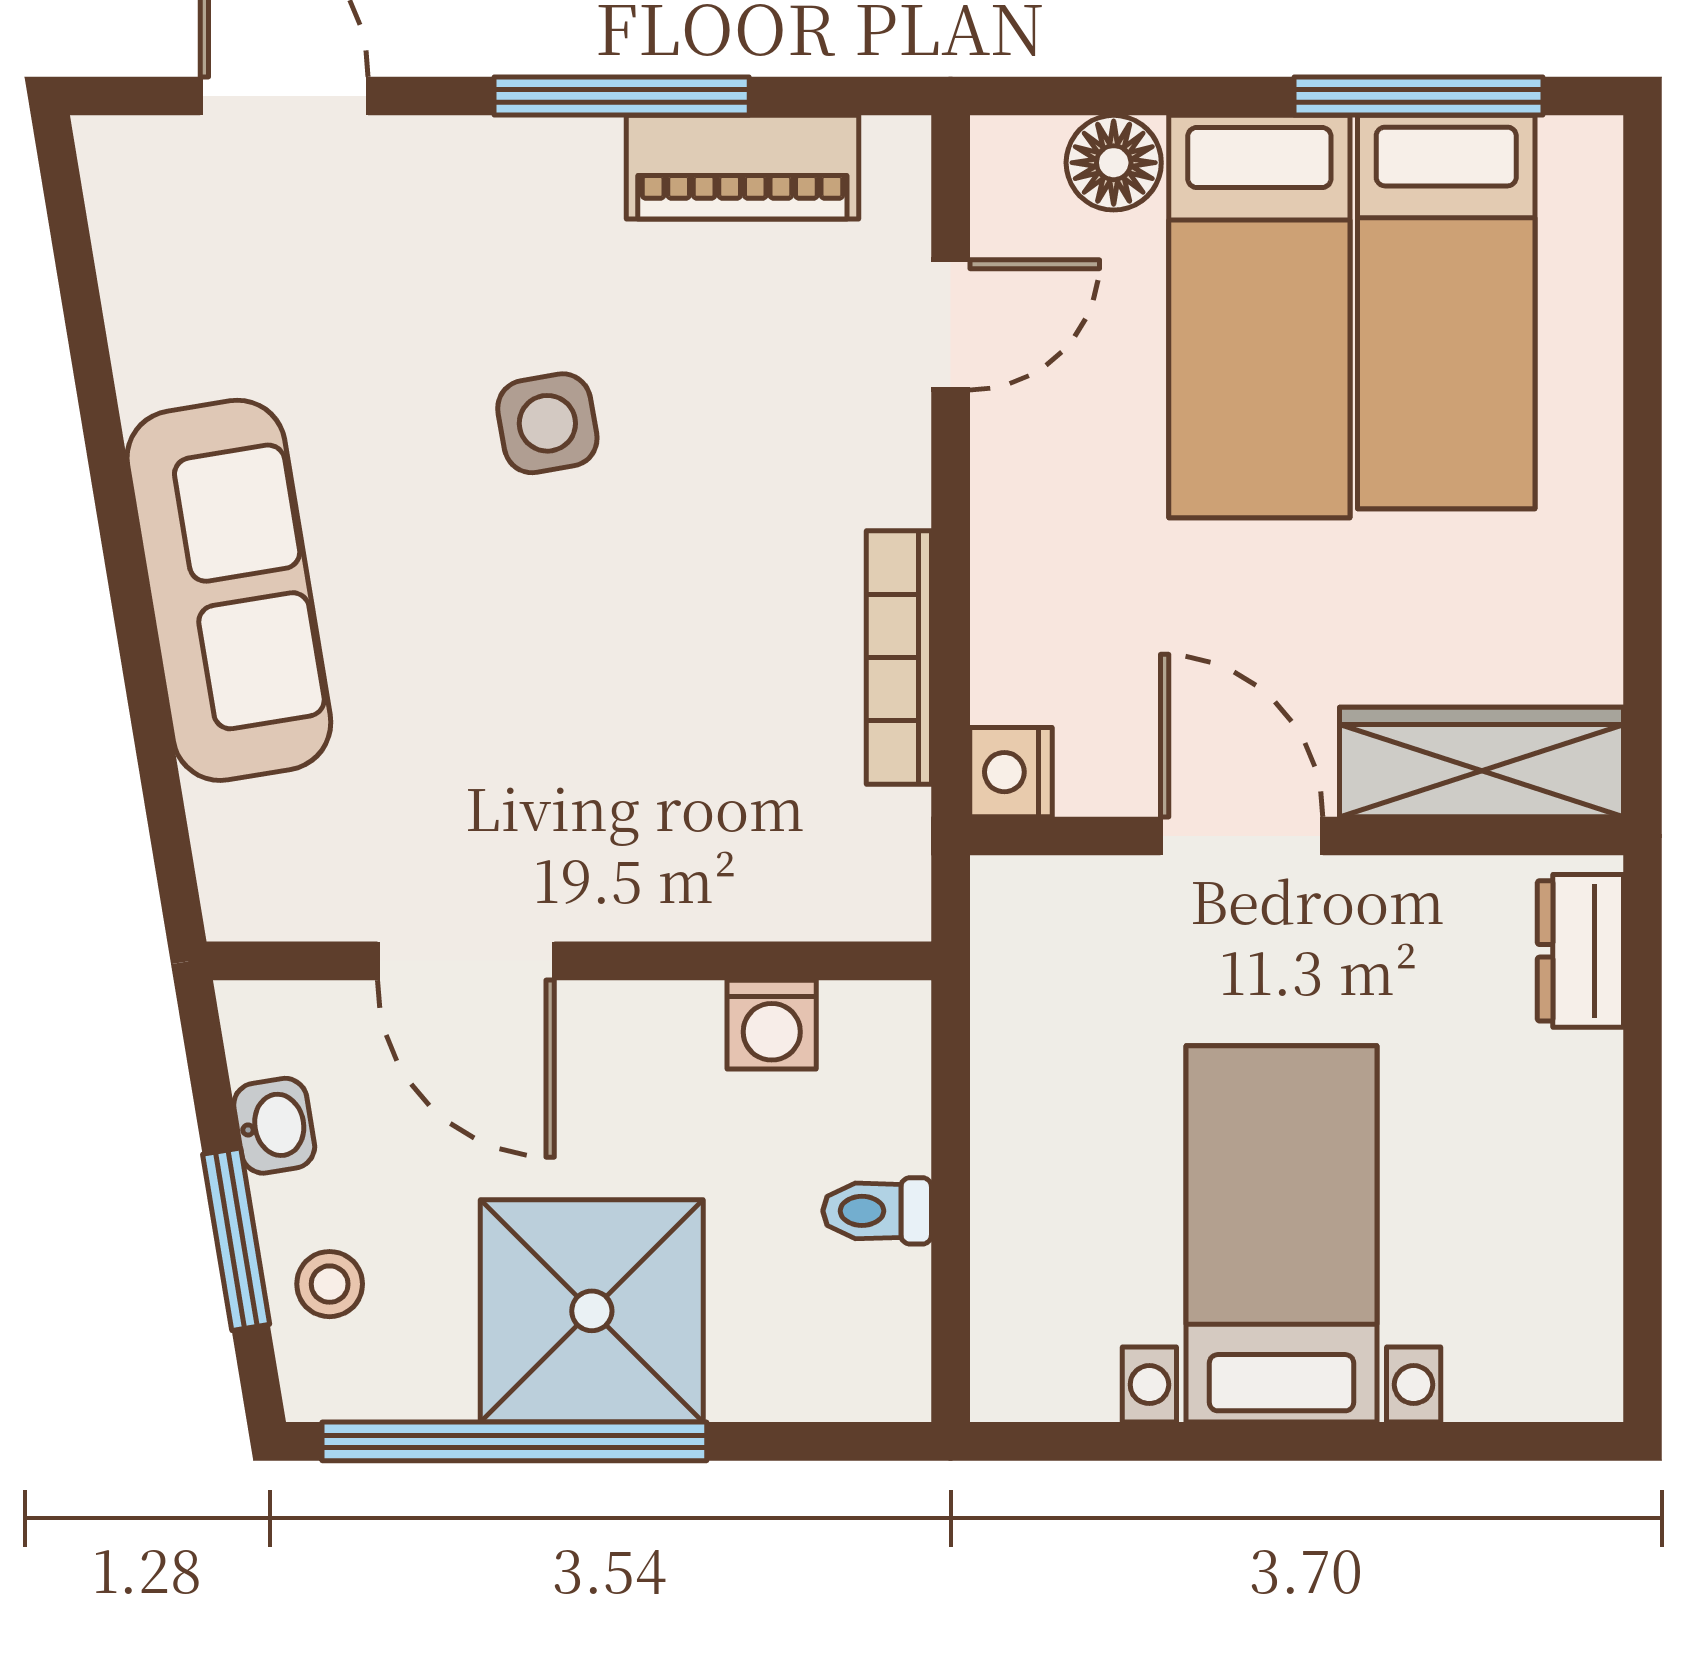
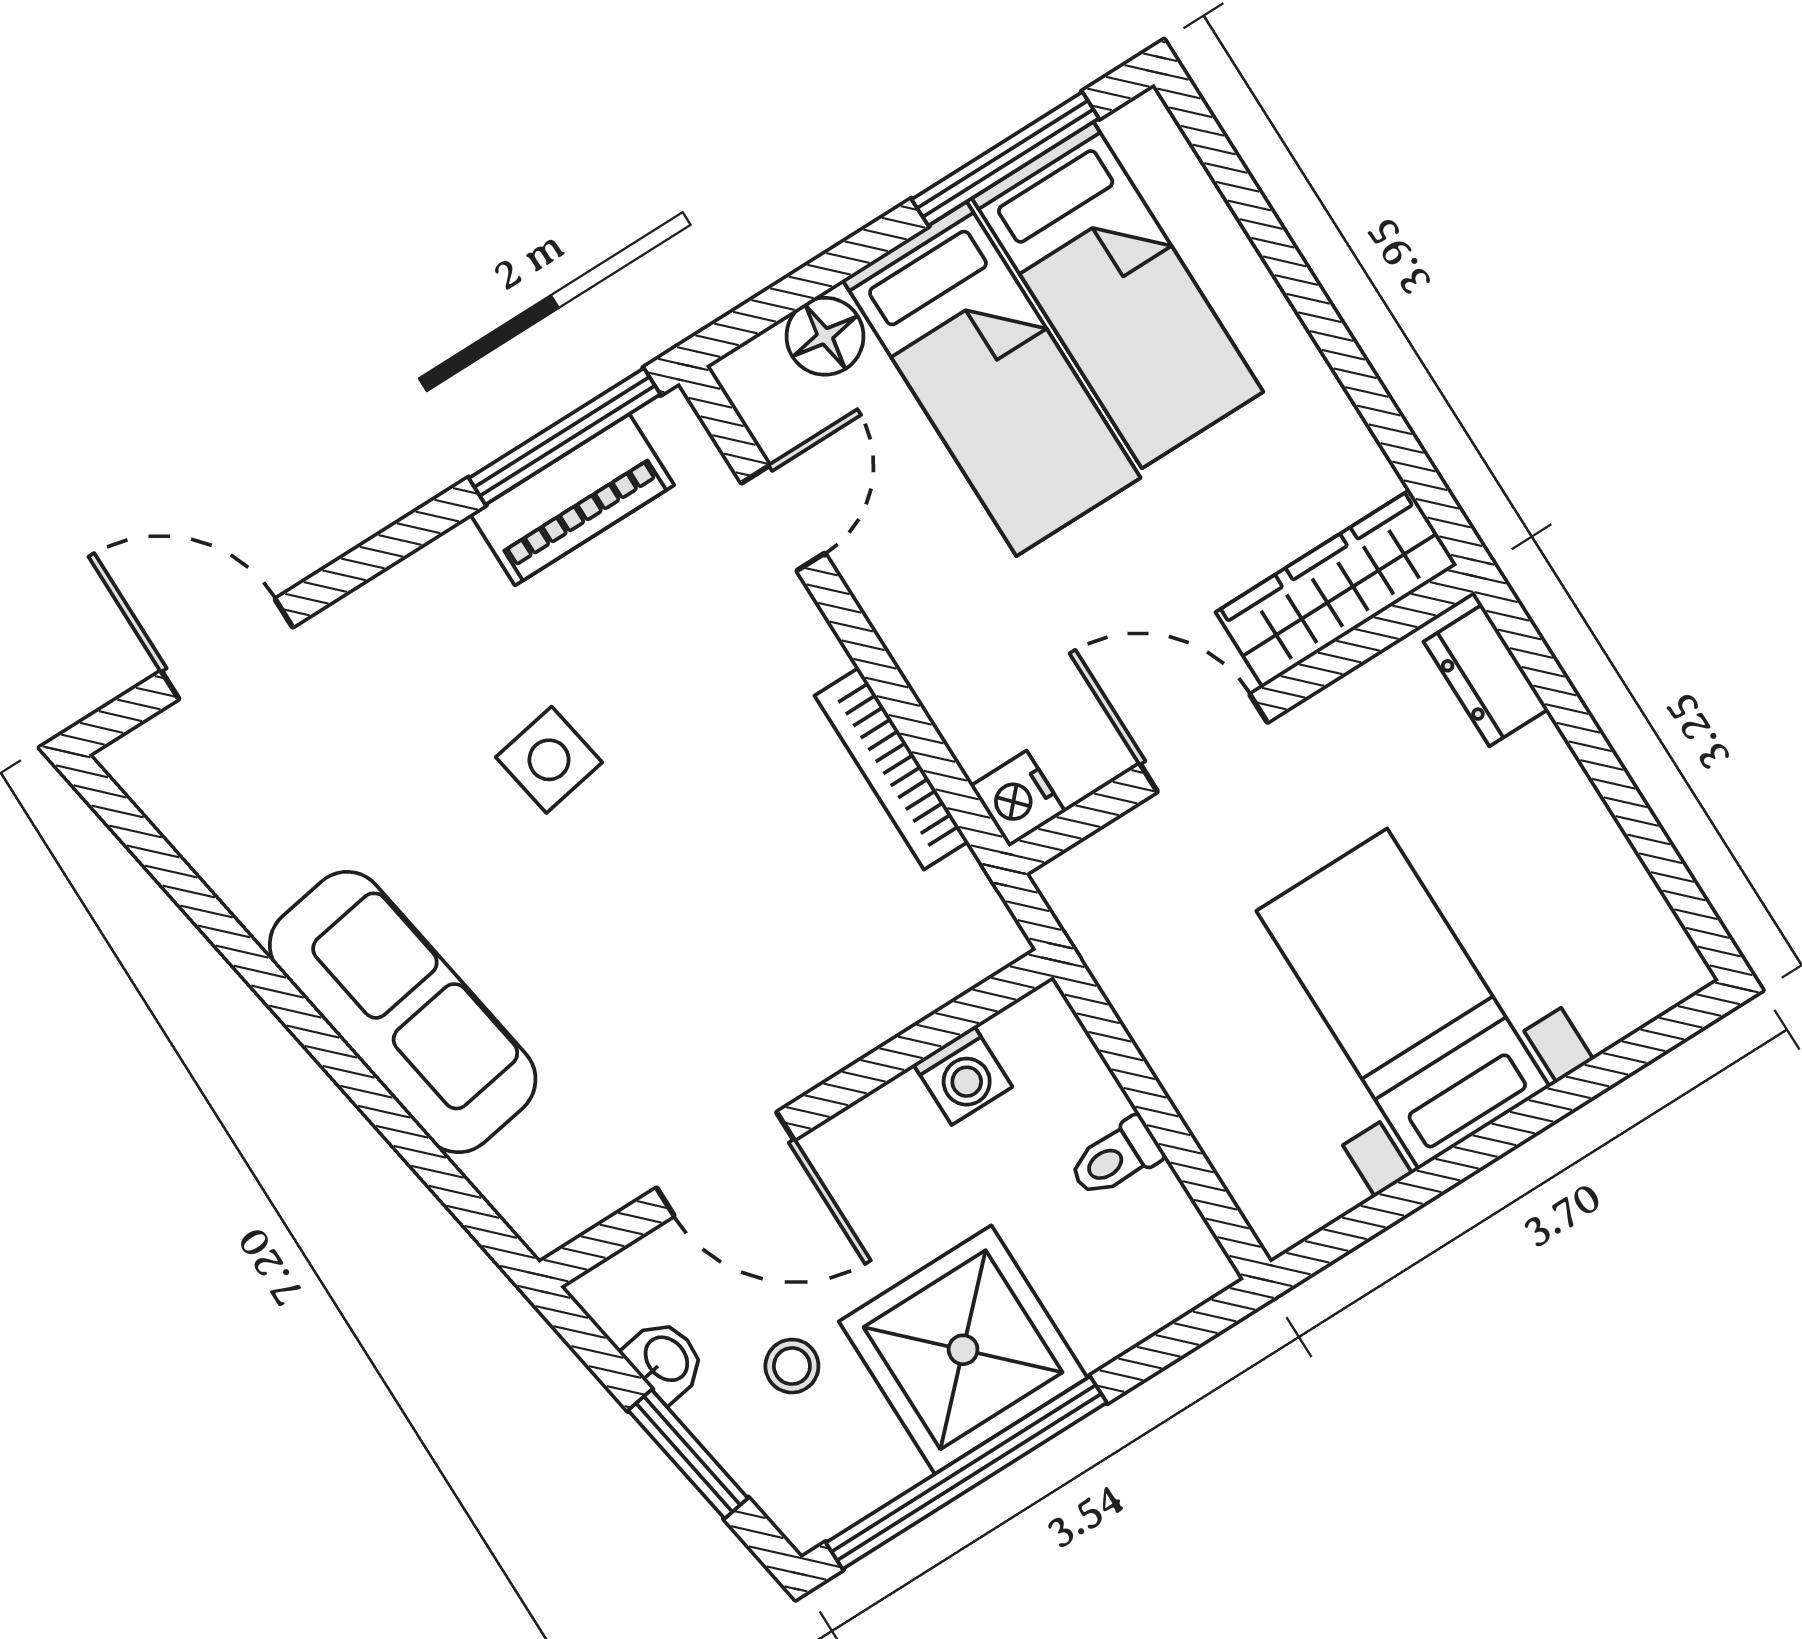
window: (622, 96) -> (565, 436), moved
stool: (330, 1284) -> (792, 1366), moved

